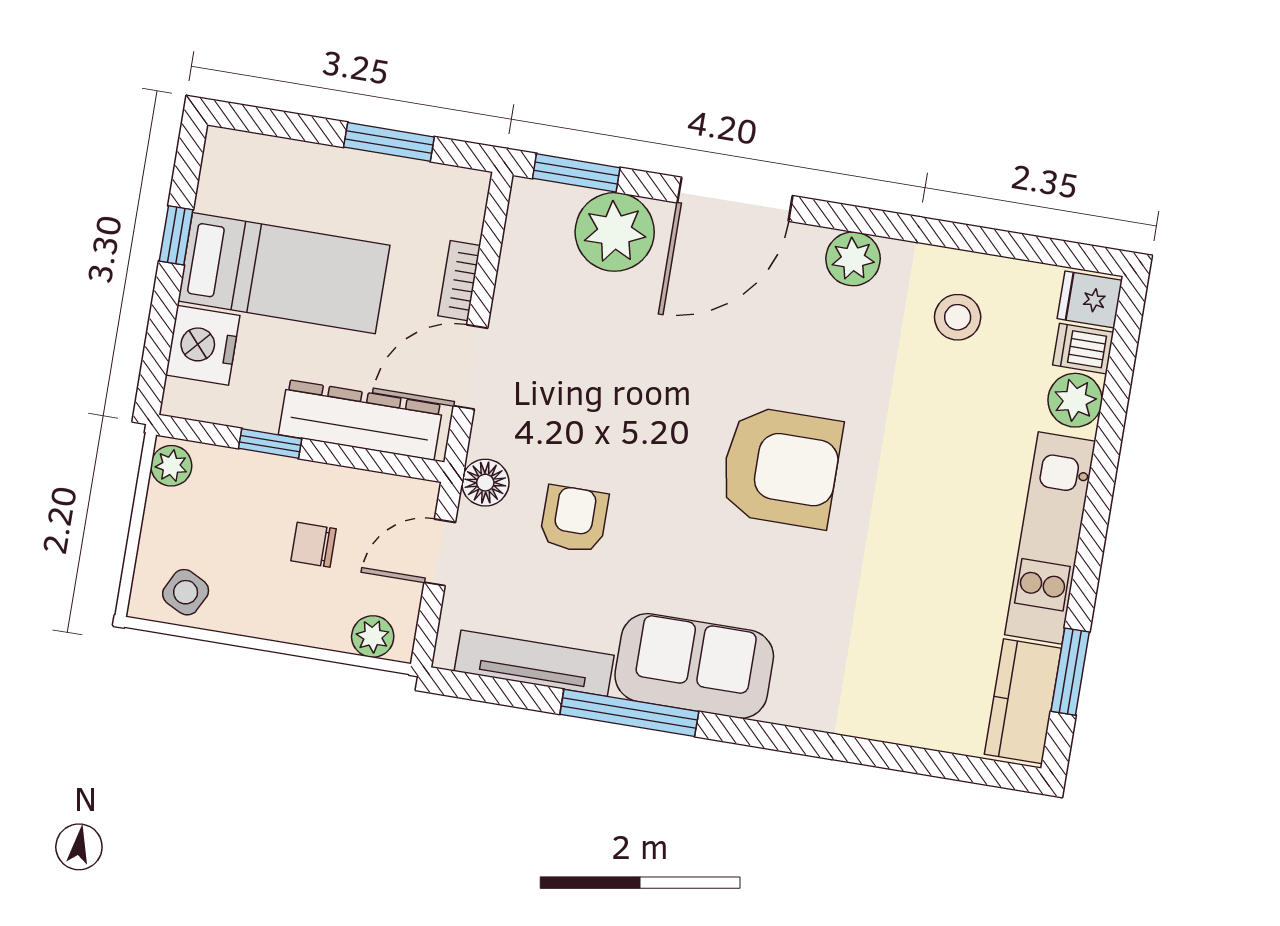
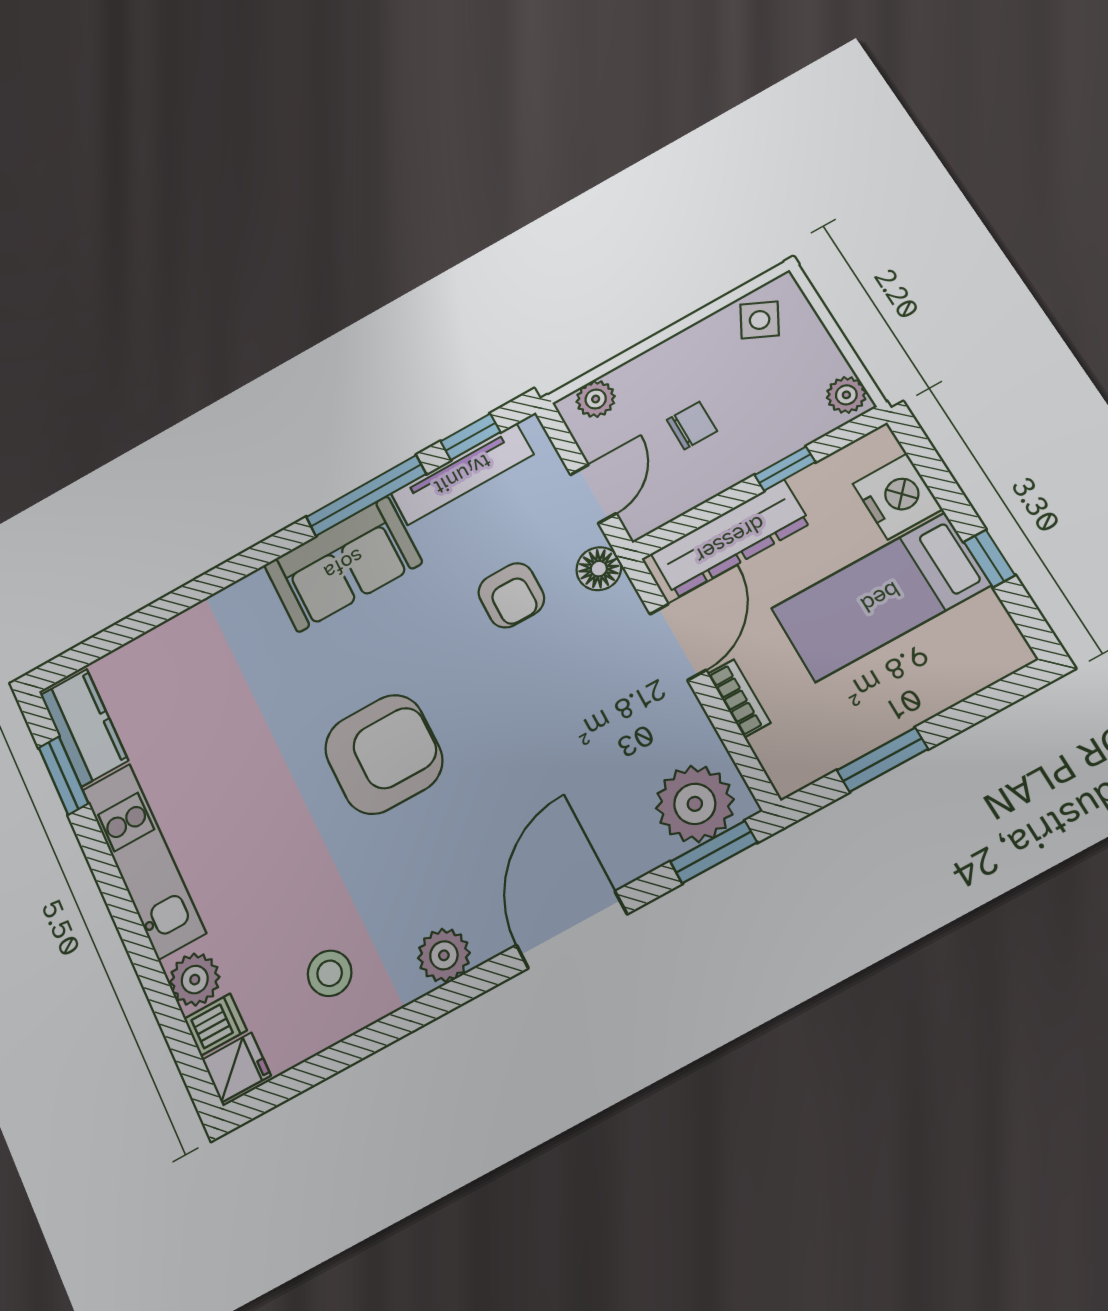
plant: (615, 232) -> (695, 804), moved
armchair: (781, 467) -> (384, 754), turned 180
window: (502, 692) -> (471, 437), added

